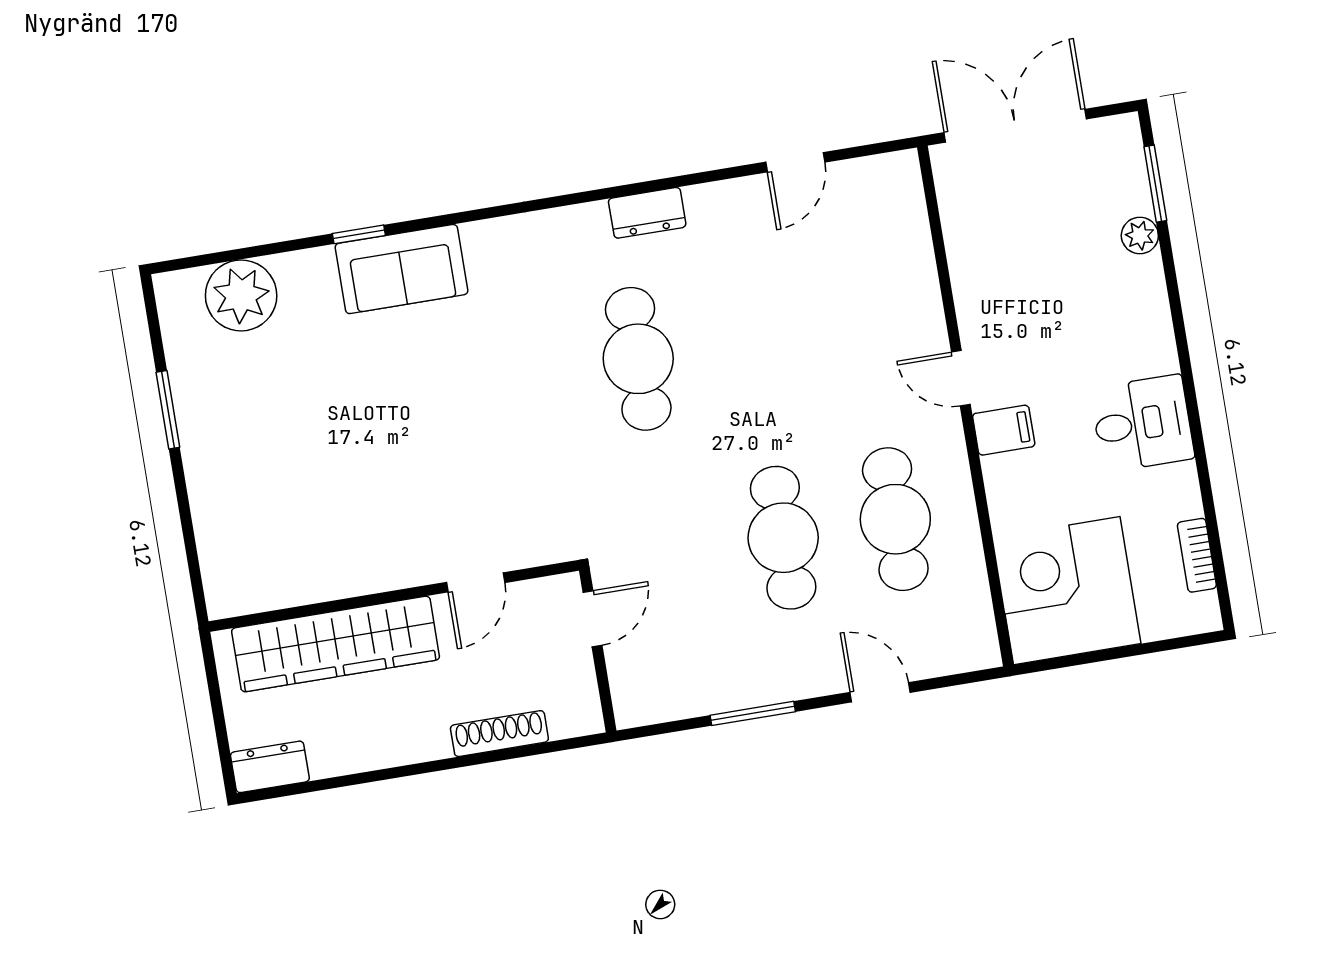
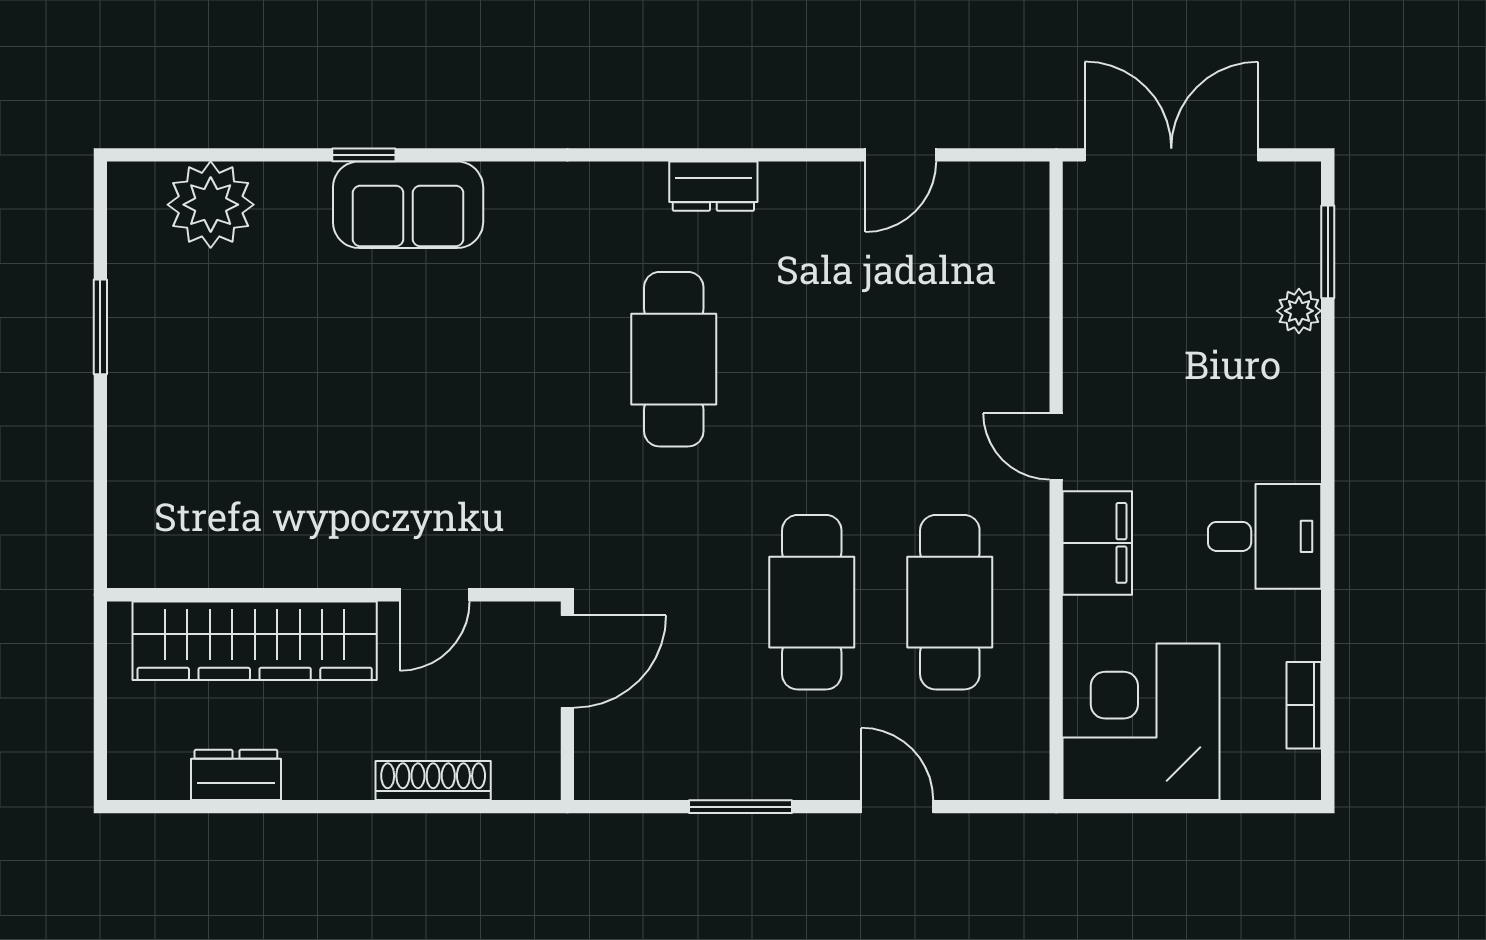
filing cabinet: (1004, 430) -> (1097, 543), width x2.00
door: (592, 619) -> (567, 661), width x1.38
dresser: (270, 767) -> (236, 775), moved

